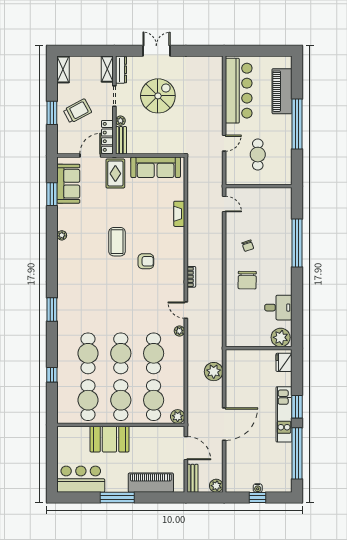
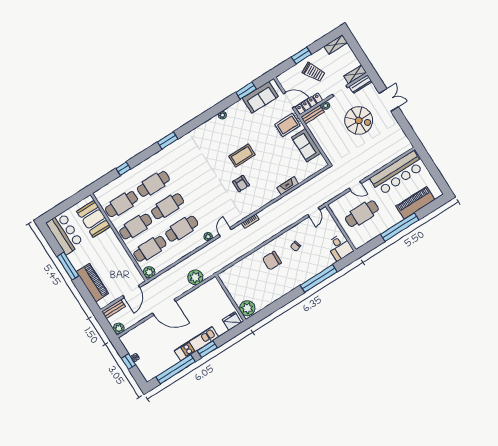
cafe table: (258, 155) -> (362, 214), width x1.37, depth x1.35
sofa: (156, 167) -> (306, 145), width x0.73
desk: (278, 308) -> (340, 247), moved
booth: (109, 439) -> (94, 219), moved

